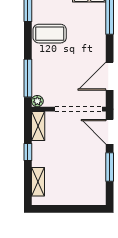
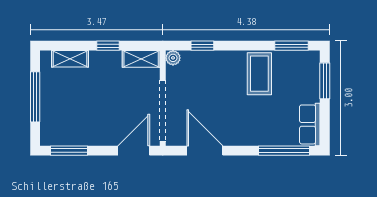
window: (28, 78) -> (202, 46), width x0.46
window: (110, 167) -> (69, 151), moved
window: (68, 209) -> (35, 97), added

